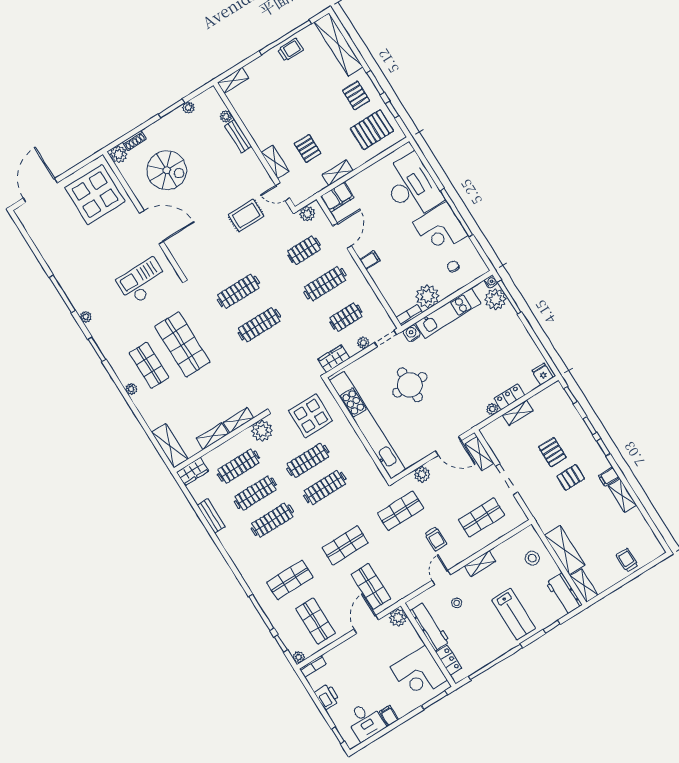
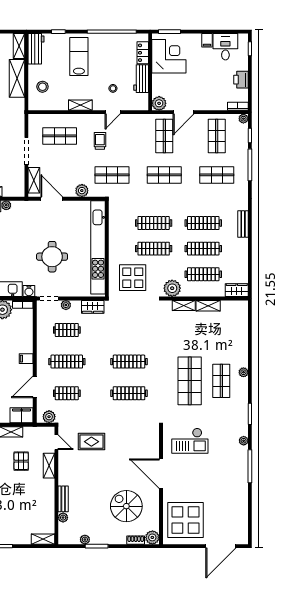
shelving: (170, 446) -> (241, 317), removed
bench: (211, 516) -> (243, 224), moved
workbench: (430, 626) -> (141, 79), width x0.73

